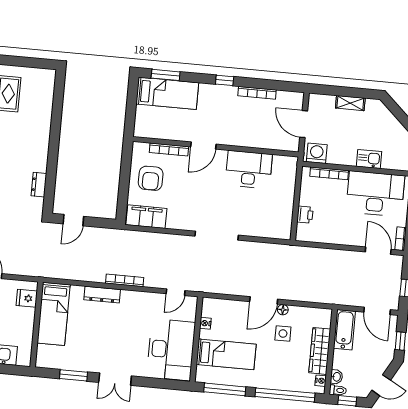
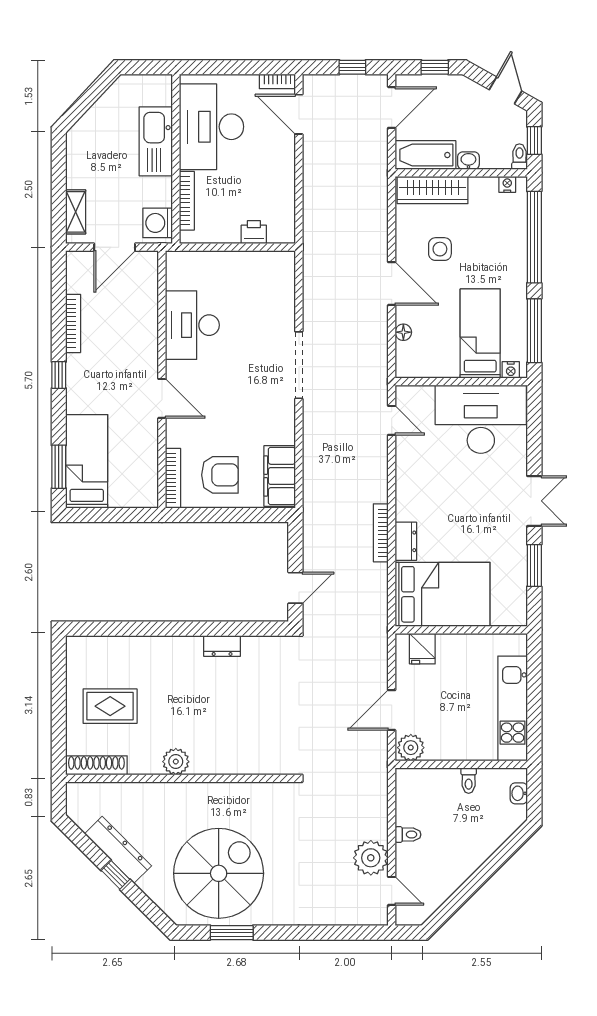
shelving: (350, 103) -> (76, 212), moved
bookcase: (169, 150) -> (173, 478), moved
kitchen sink: (369, 159) -> (156, 141), width x1.87, depth x1.24
dresser: (39, 185) -> (222, 646), moved
door: (73, 220) -> (295, 588), hinge flipped
door: (378, 251) -> (299, 114), hinge flipped
bookcase: (125, 280) -> (381, 533), moved
dresser: (102, 295) -> (406, 541), width x0.70
floor lamp: (283, 310) -> (403, 332), moved
bed: (54, 314) -> (443, 594), width x1.50
nightstand: (205, 323) -> (511, 370), moved
wardrobe: (320, 351) -> (433, 190), moved
washbasin: (336, 377) -> (468, 161), moved

